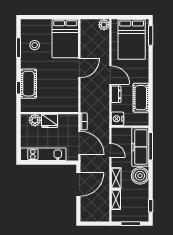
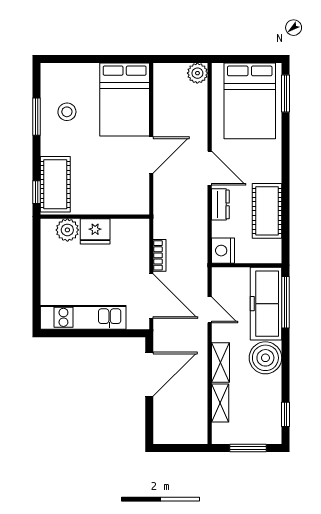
wall: (49, 113) -> (95, 217), moved
plant: (35, 120) -> (67, 230), moved
fridge: (50, 121) -> (95, 231), moved

